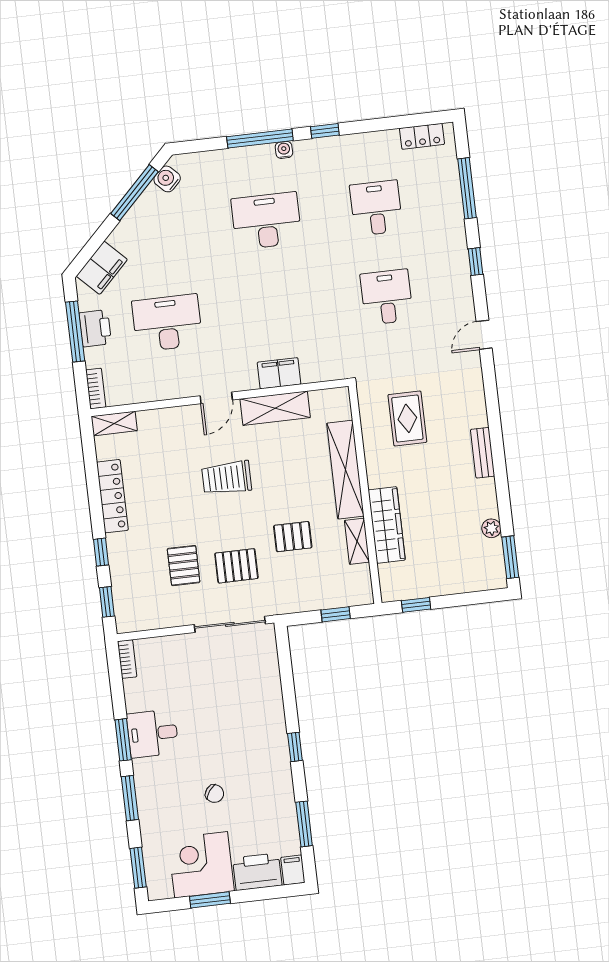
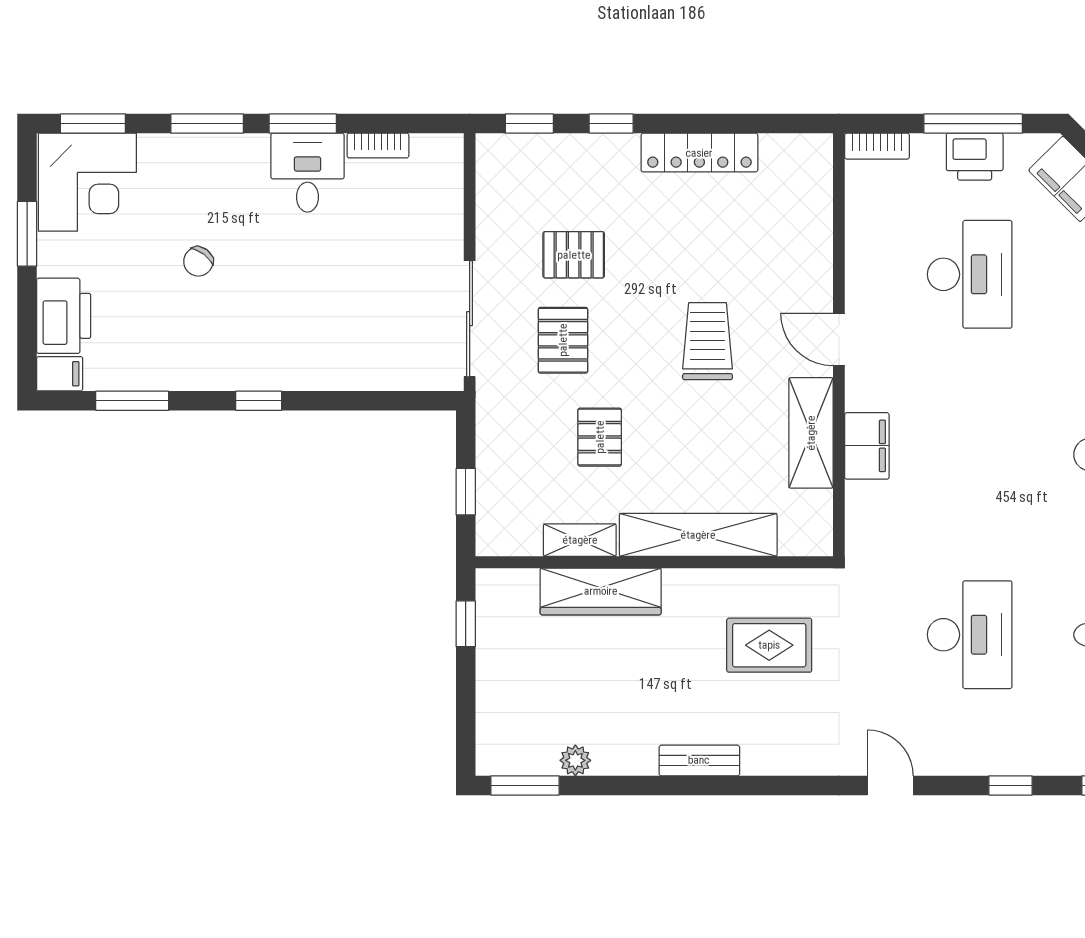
desk: (387, 297) -> (970, 635), width x1.37
shelving: (114, 423) -> (817, 169), removed
bookcase: (127, 659) -> (378, 146), moved
corner desk: (201, 865) -> (87, 182), moved, turned 90

